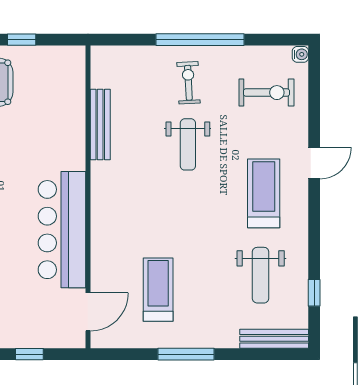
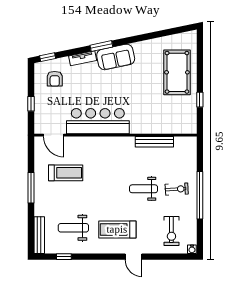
treadmill: (264, 193) -> (117, 229), turned 180

